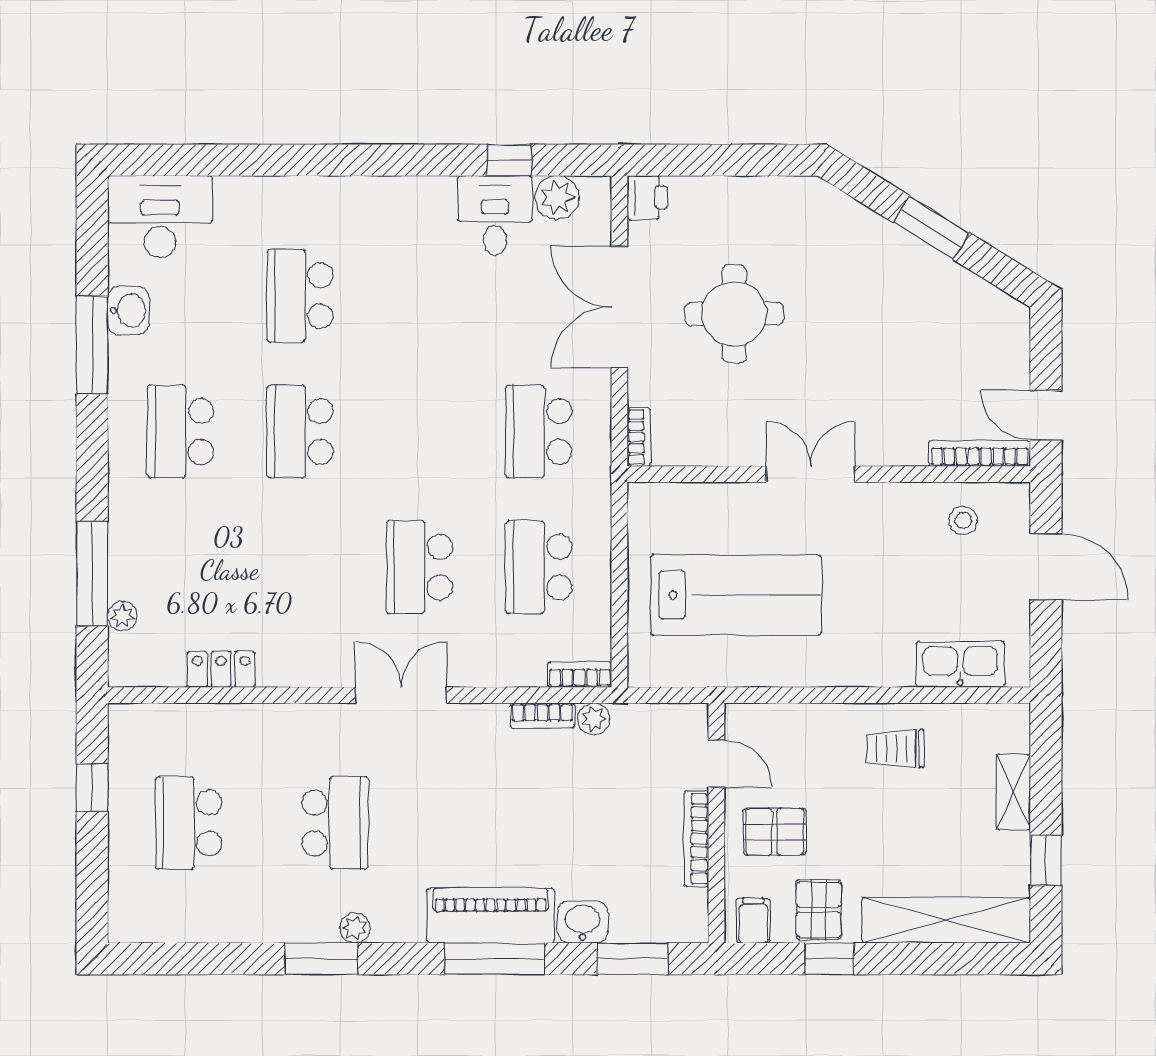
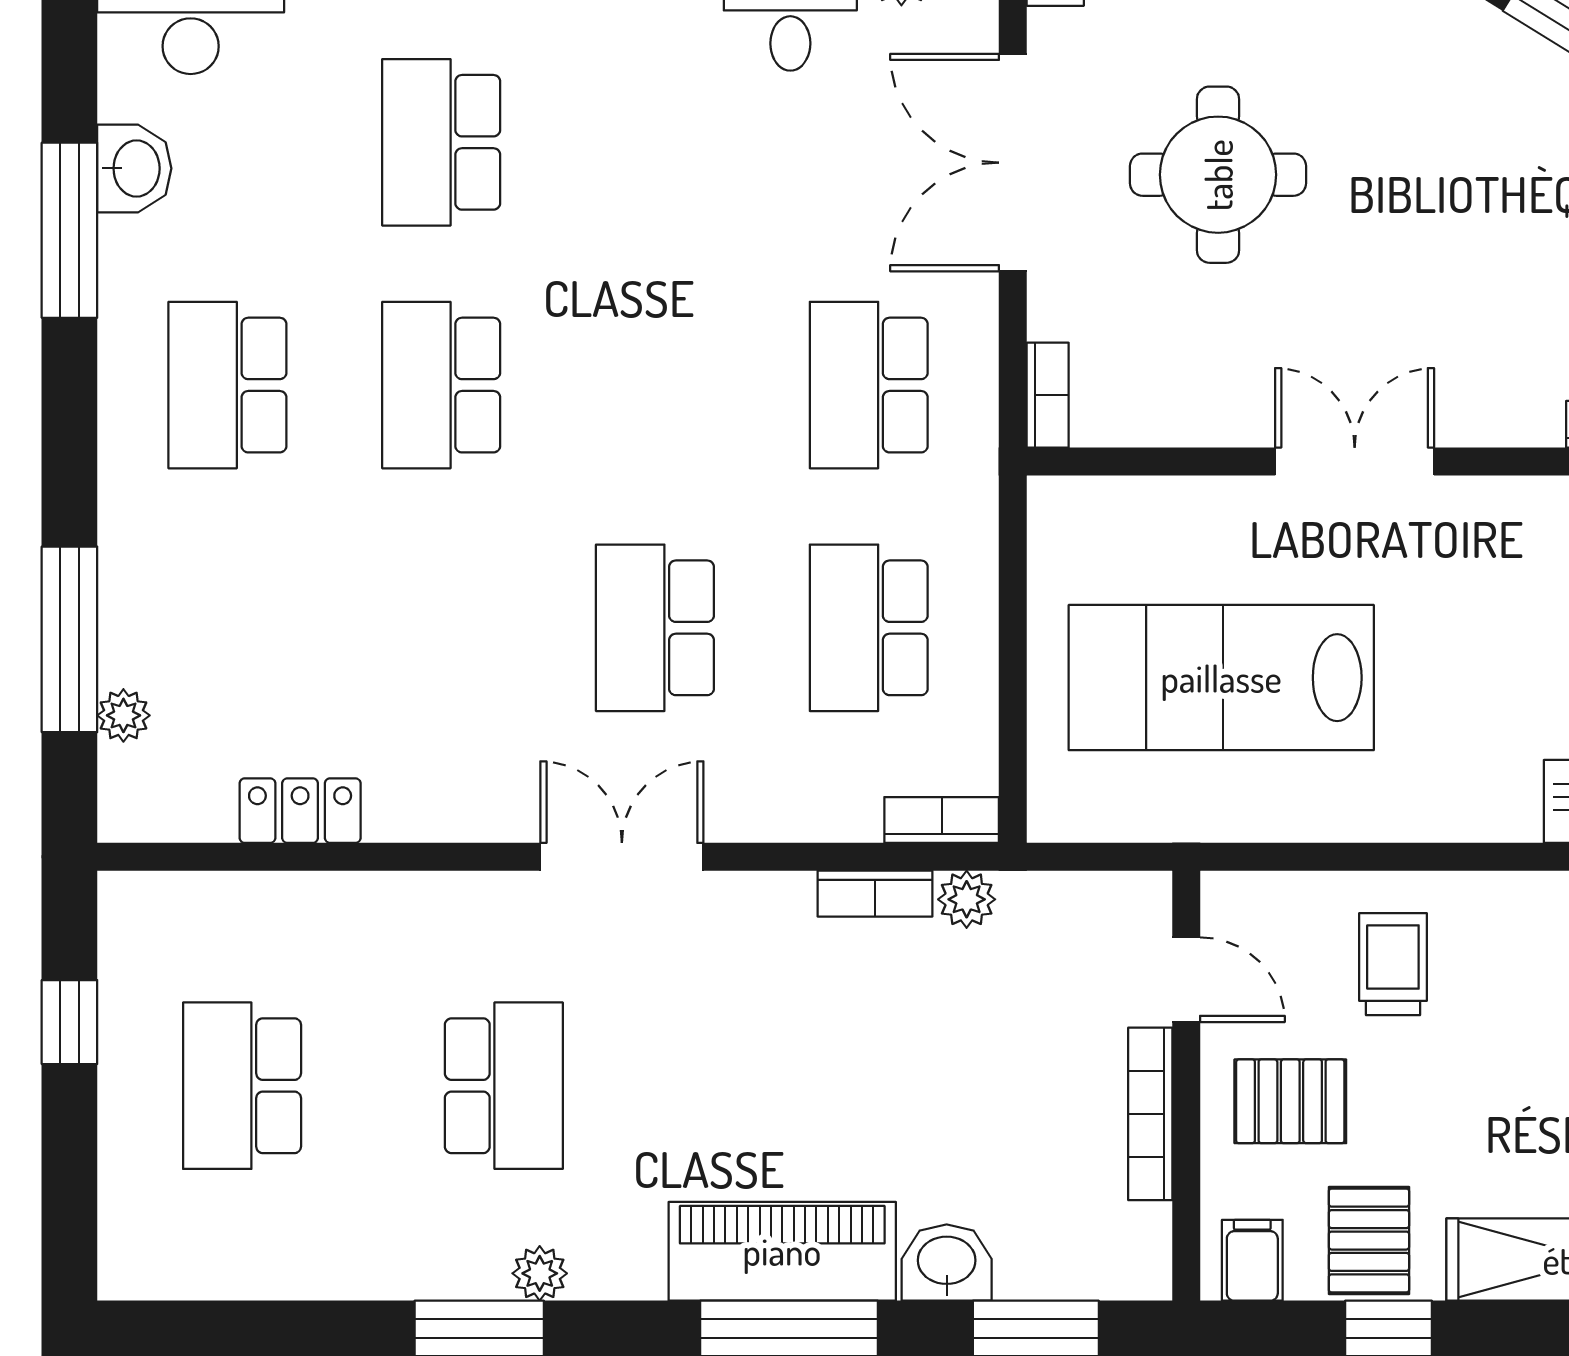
lab bench: (736, 595) -> (1221, 678), turned 180
trolley: (895, 748) -> (1393, 964), moved, turned 90

